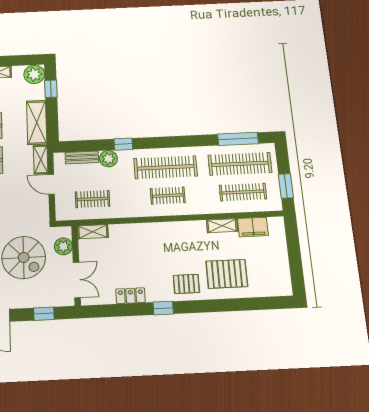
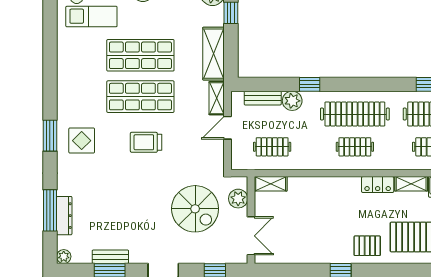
door: (51, 184) -> (228, 128), hinge flipped
locker: (131, 296) -> (378, 185), moved, turned 180

